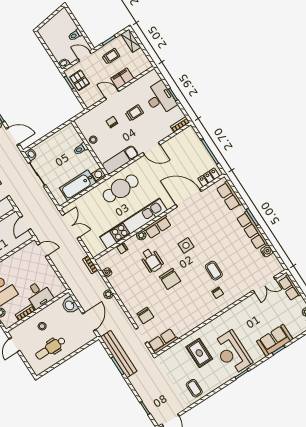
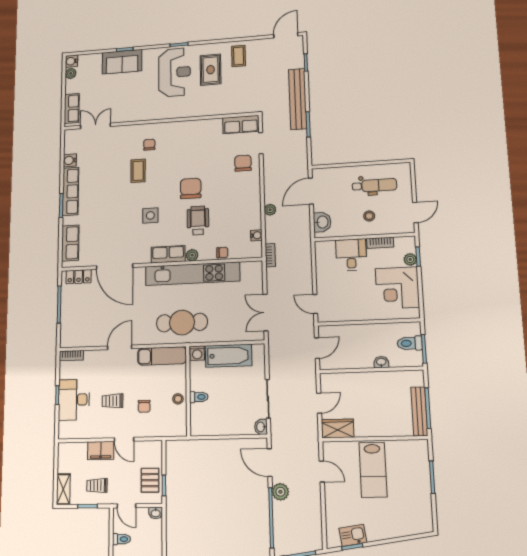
door: (151, 149) -> (120, 347), hinge flipped
rug: (199, 353) -> (211, 70), moved
bench: (119, 354) -> (298, 99), moved

